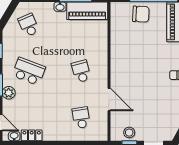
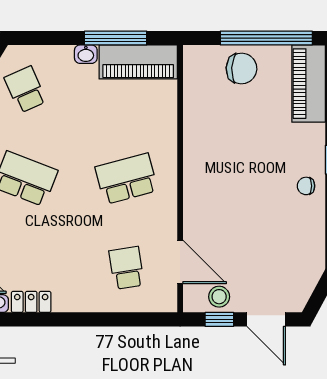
school desk: (81, 71) -> (126, 179), width x1.85
door: (109, 99) -> (180, 262), moved

